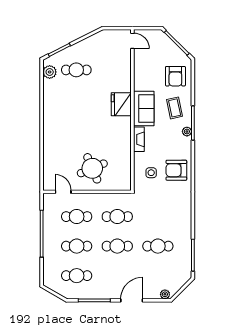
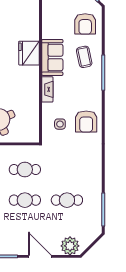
plant: (187, 132) -> (97, 81), removed
armchair: (176, 170) -> (86, 121), turned -90
plant: (165, 294) -> (70, 246), width x1.87, depth x1.87
door: (132, 300) -> (40, 256), hinge flipped

